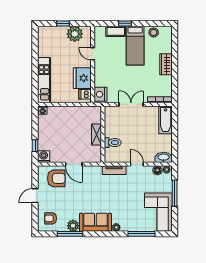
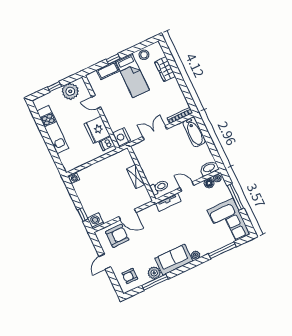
wardrobe: (166, 64) -> (165, 69), moved
kitchen unit: (44, 80) -> (53, 129), moved
toilet: (113, 143) -> (159, 187), moved

